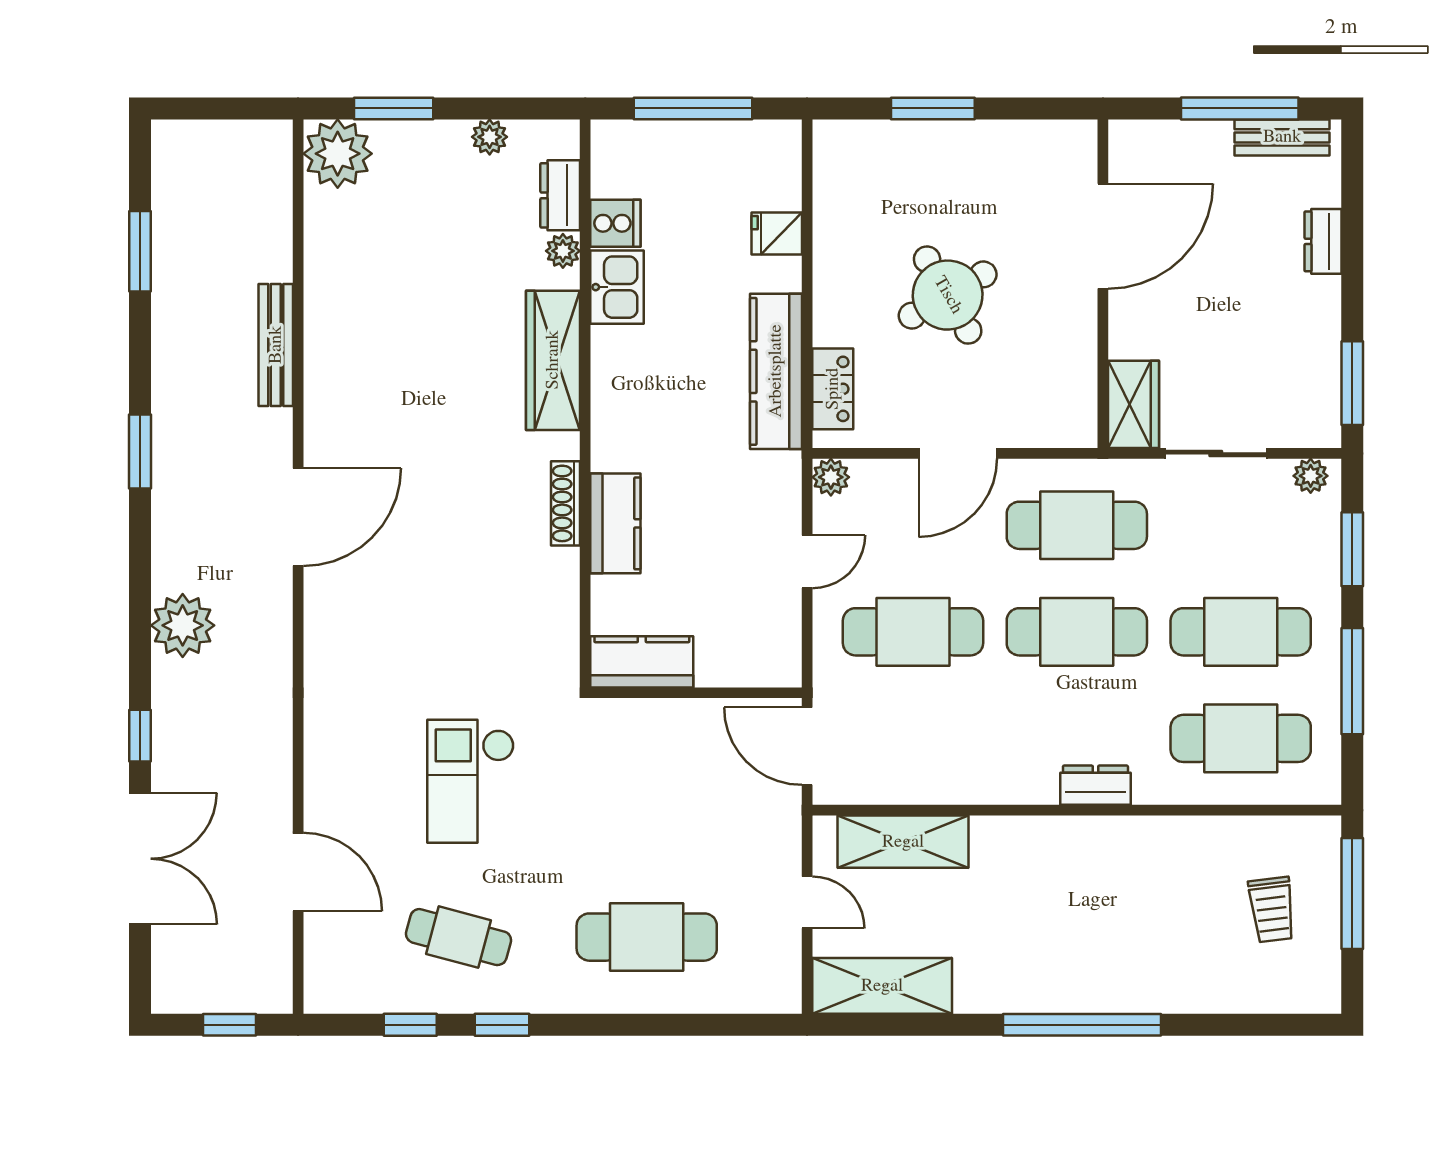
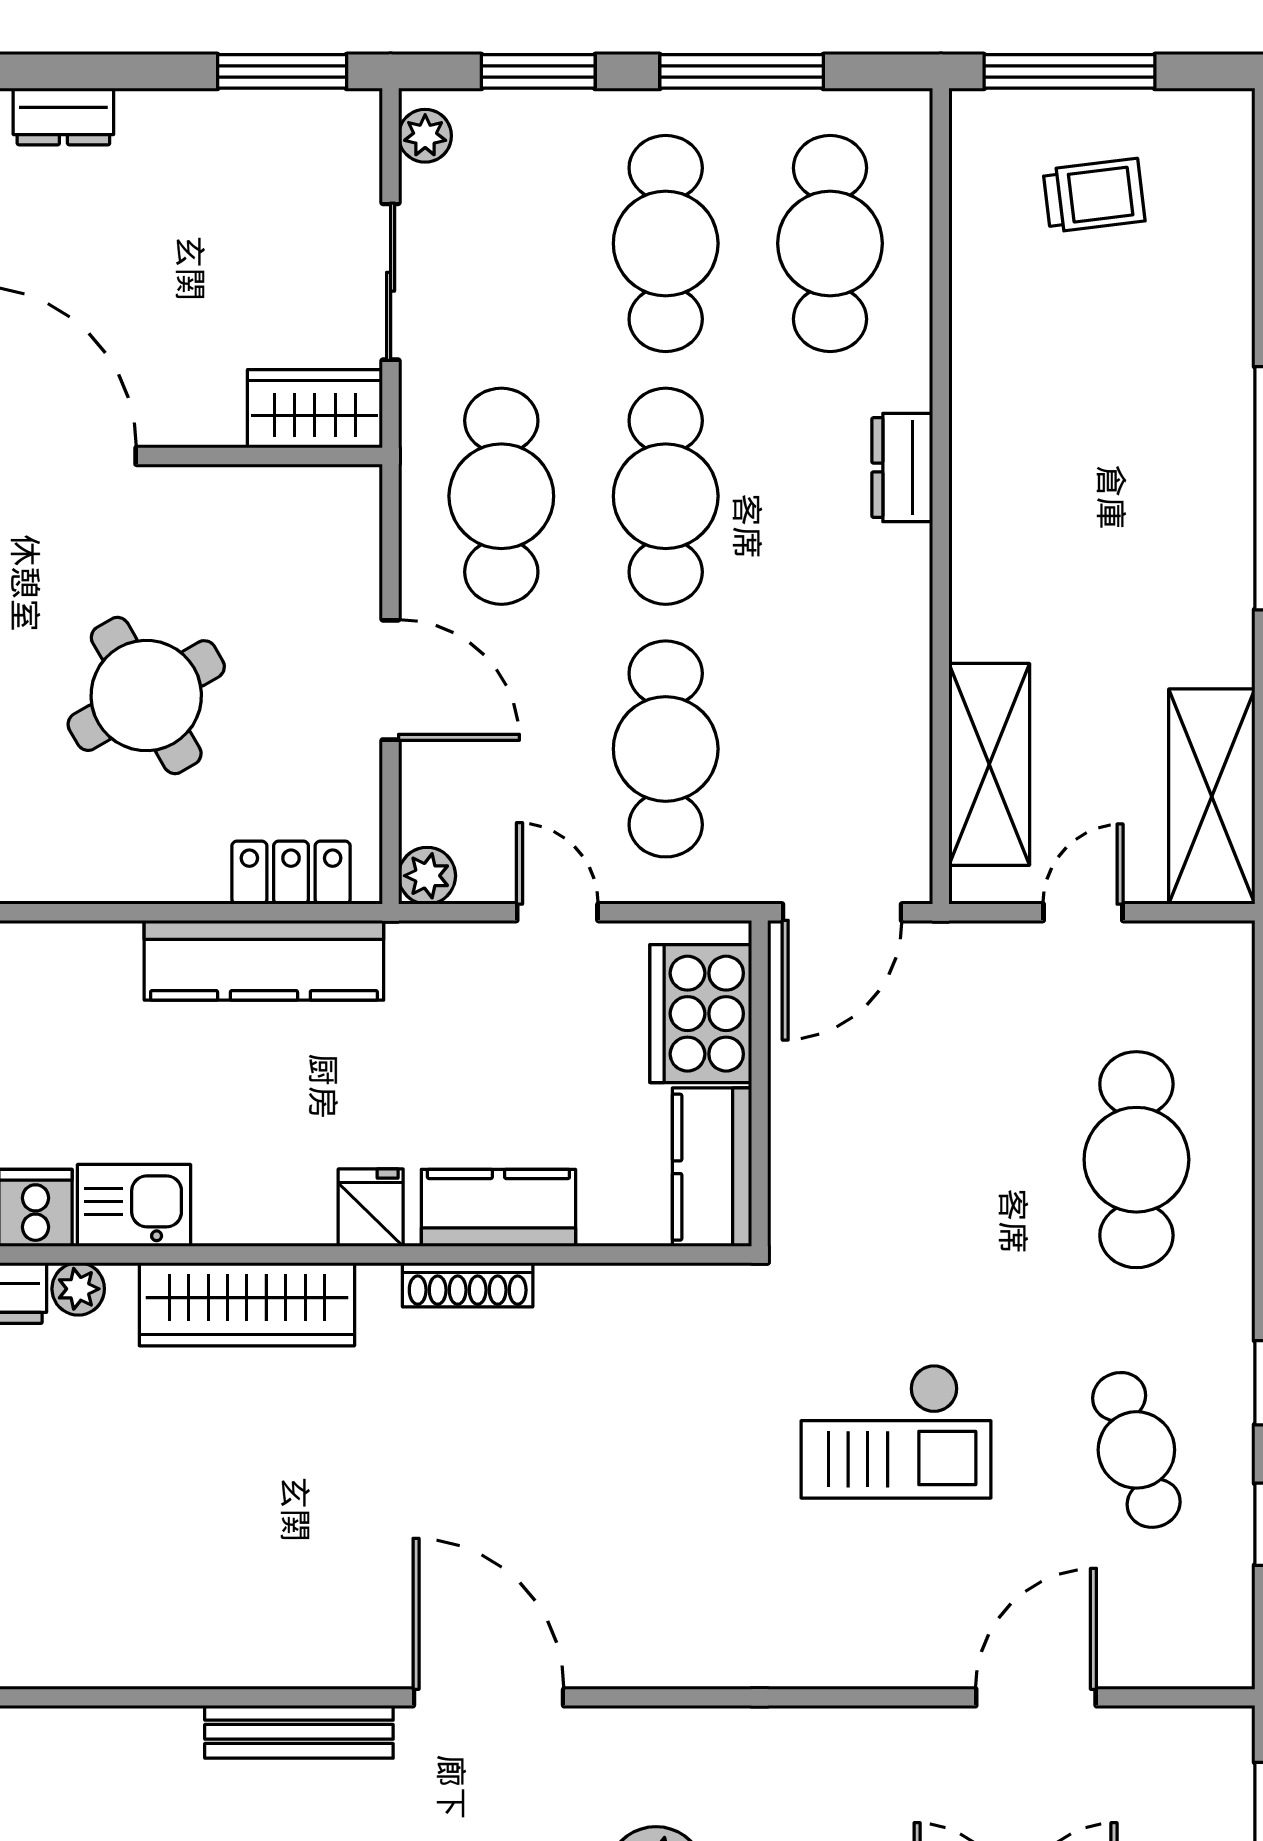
fridge: (777, 234) -> (371, 1208), moved, turned 180
bench: (276, 345) -> (299, 1732), moved
cooker: (741, 655) -> (701, 1014), added
cafe table: (458, 937) -> (1136, 1450), turned -33

